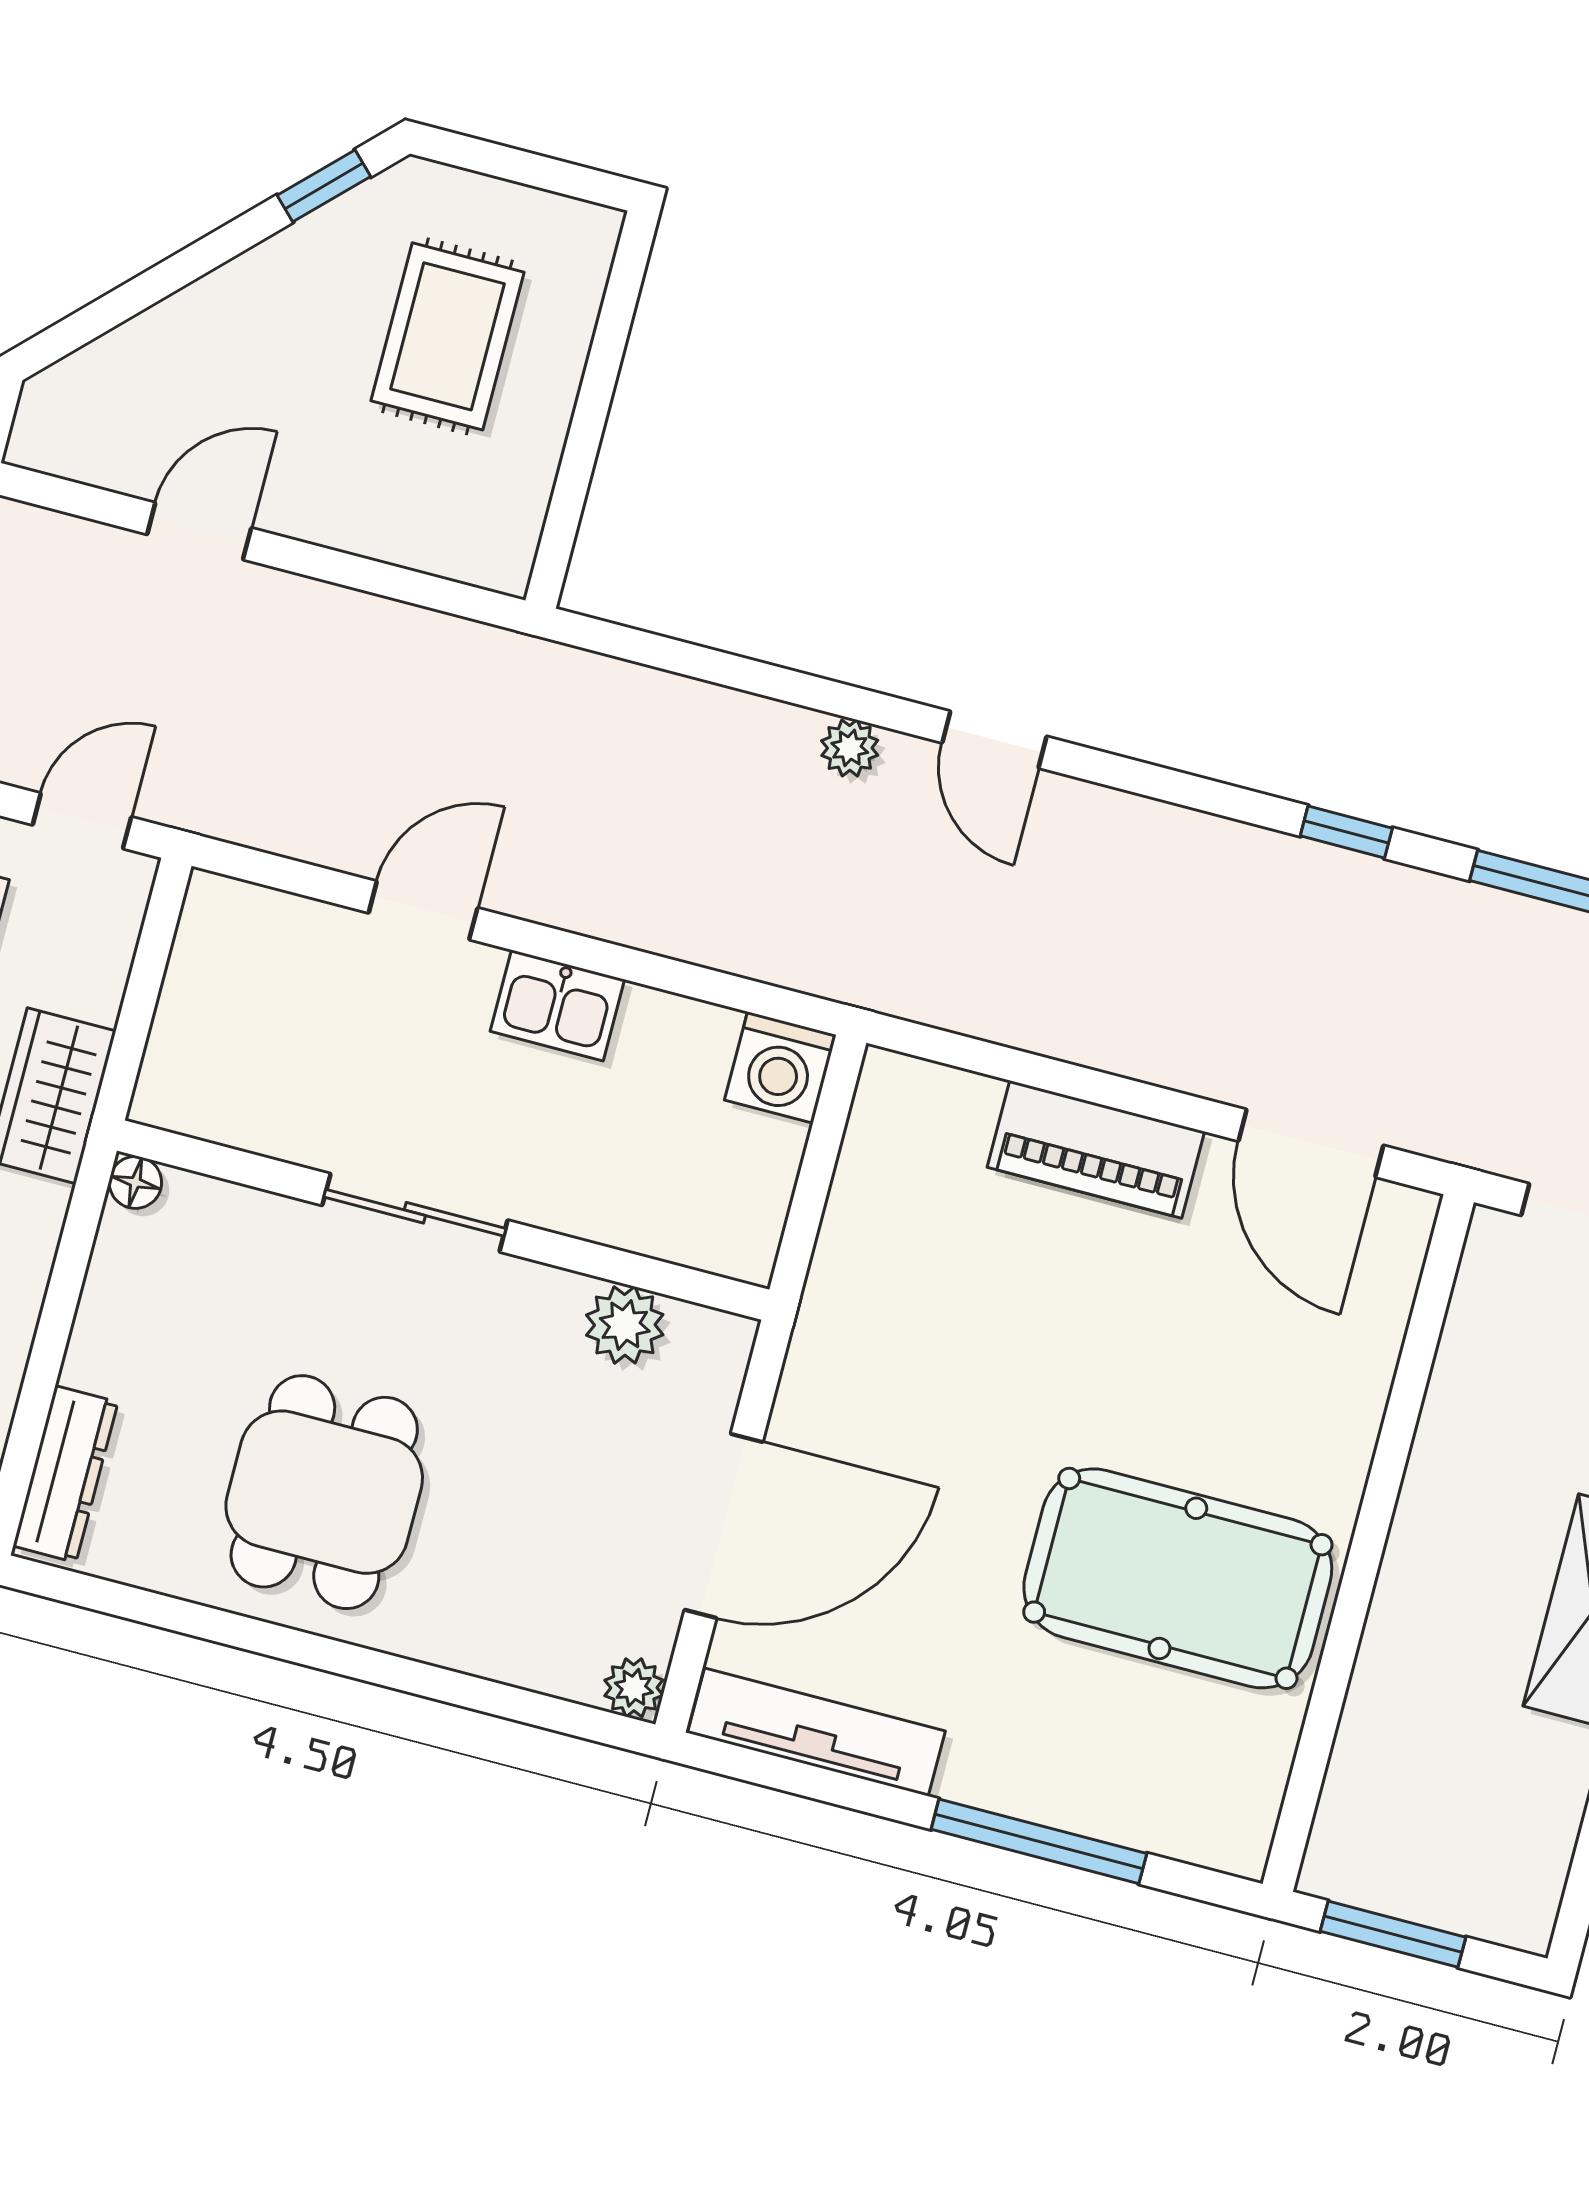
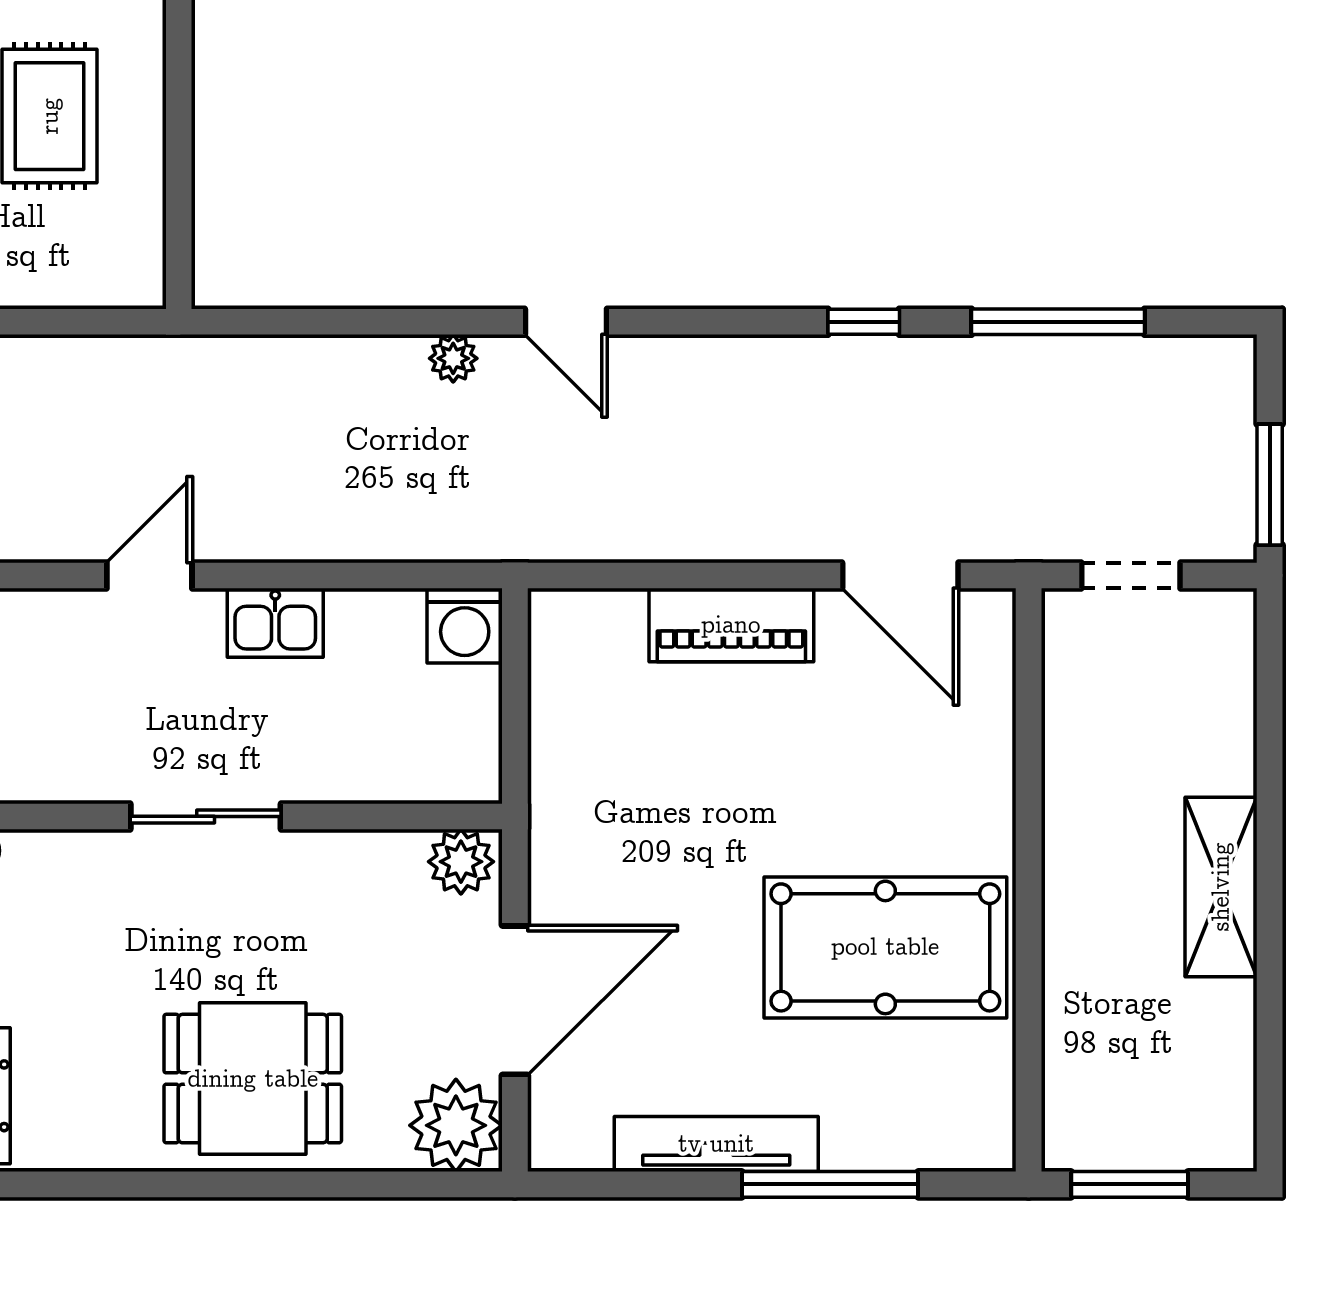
plant: (625, 1325) -> (461, 862), moved
dining table: (324, 1492) -> (253, 1079), moved, turned 90
plant: (634, 1688) -> (456, 1125), width x1.88, depth x1.88
tv unit: (816, 1732) -> (716, 1144), moved

